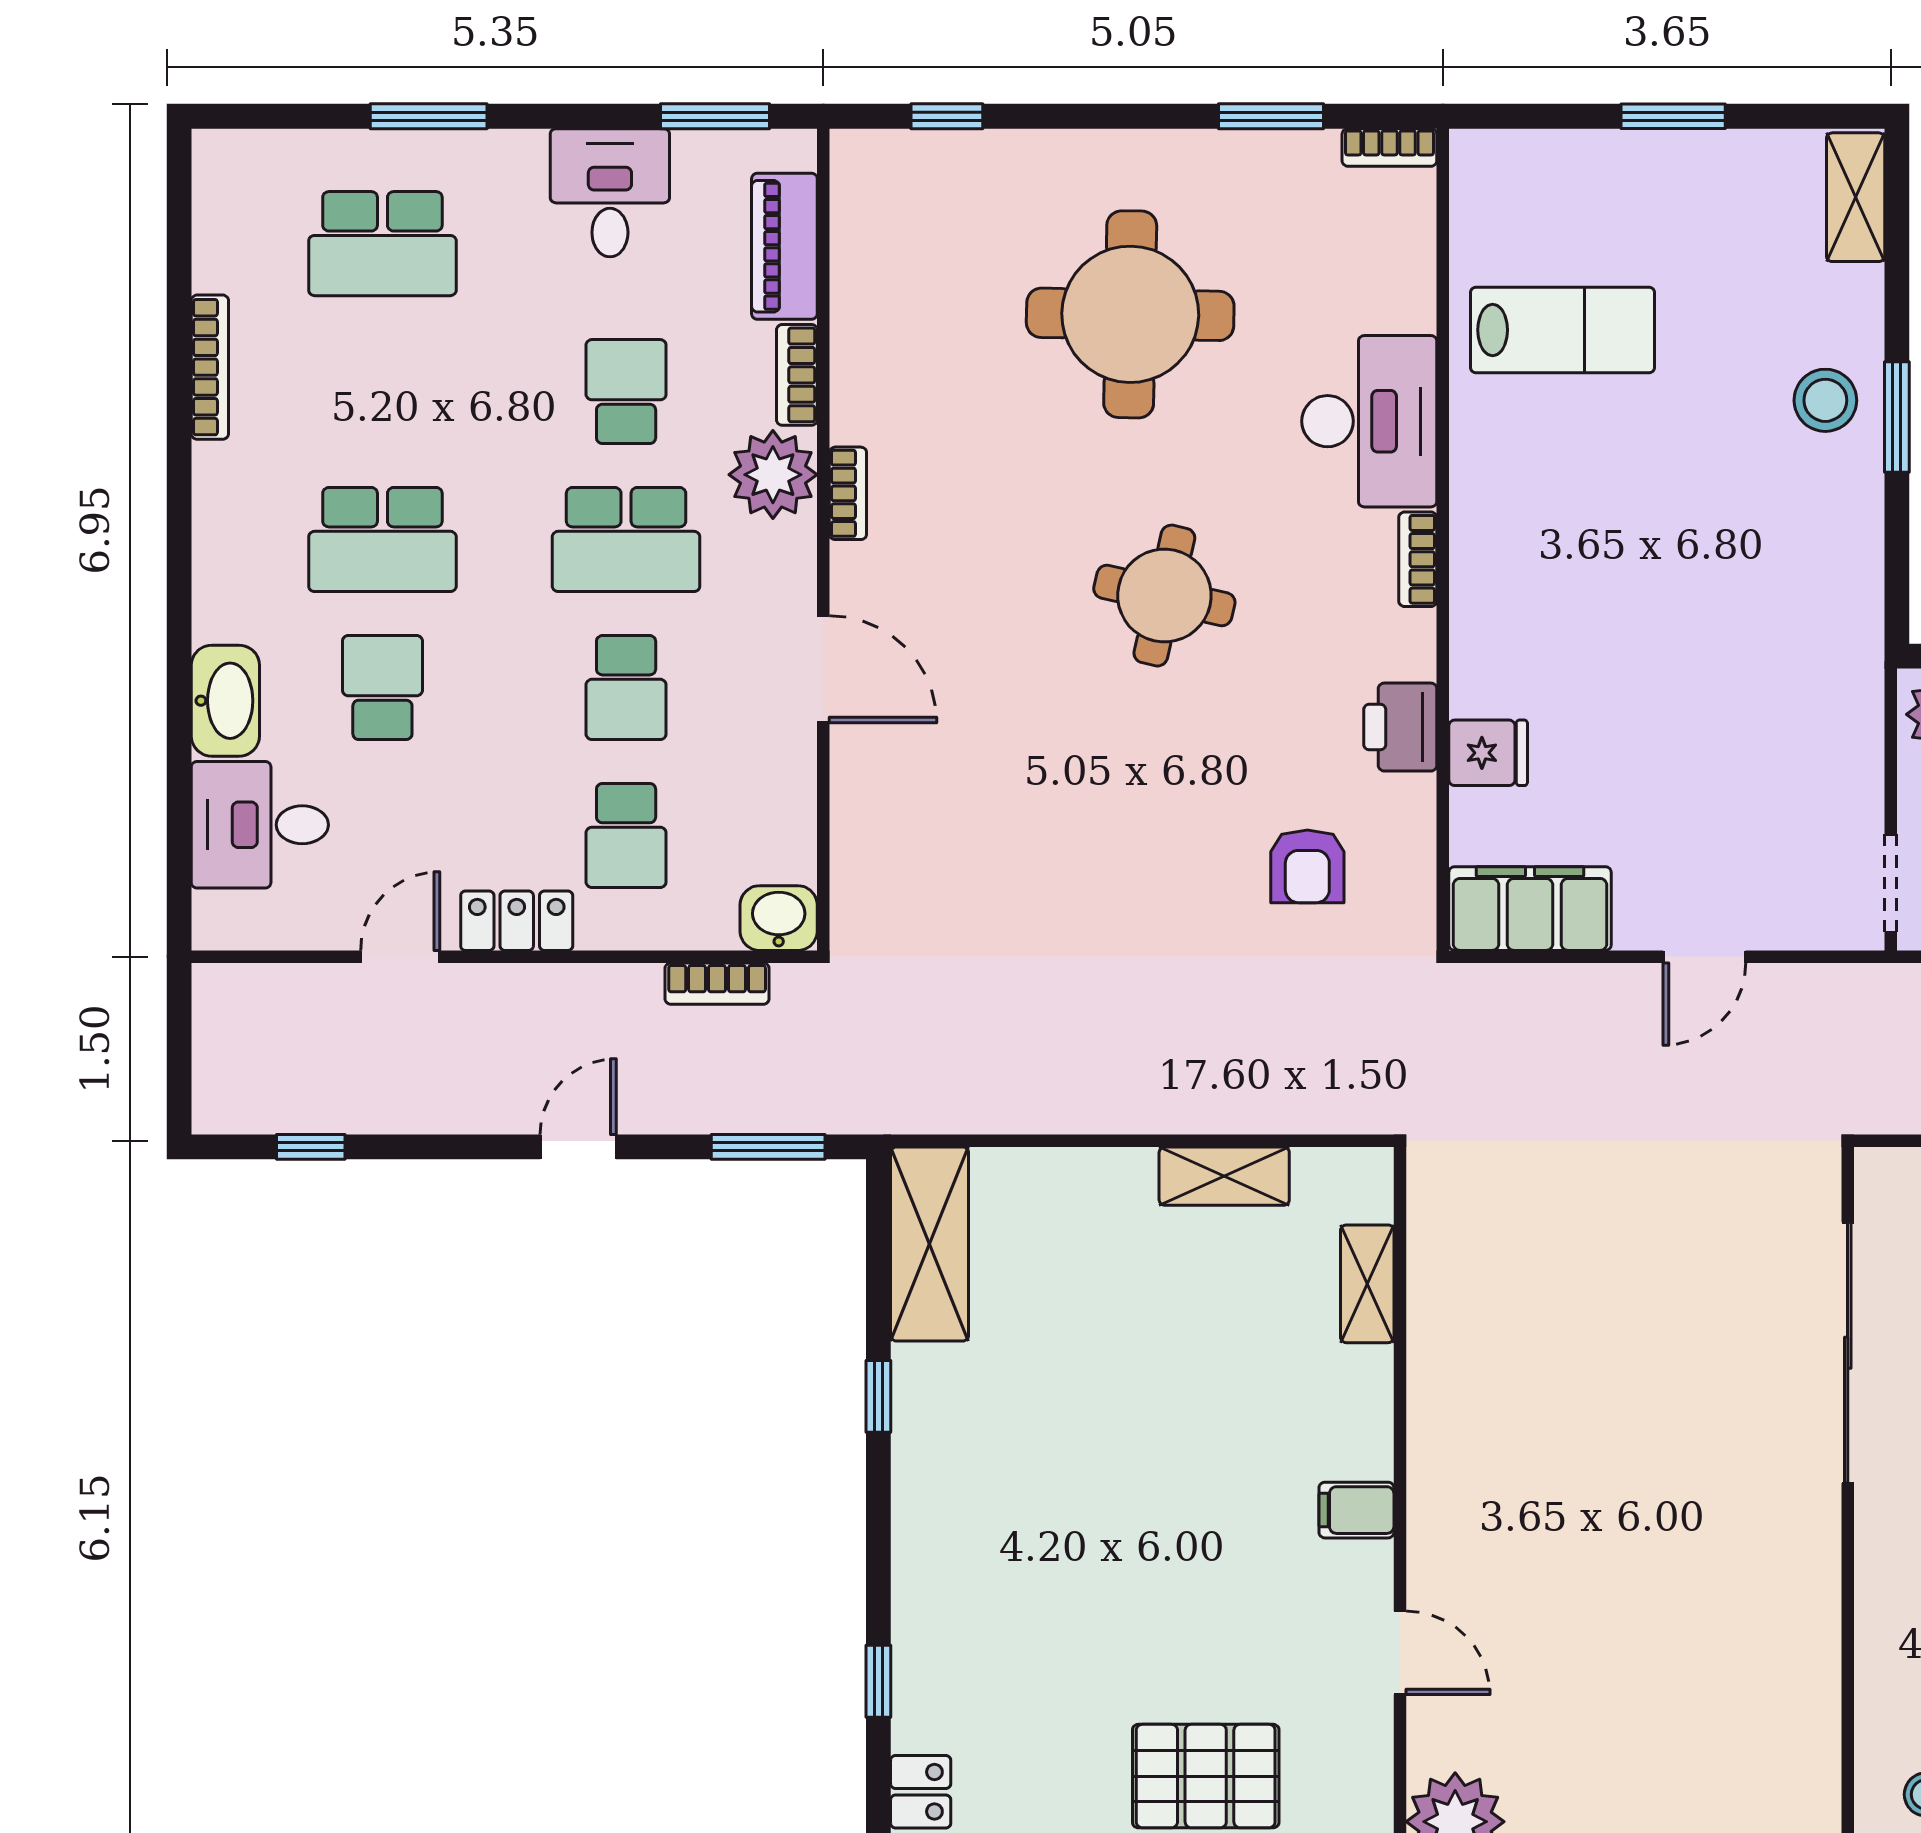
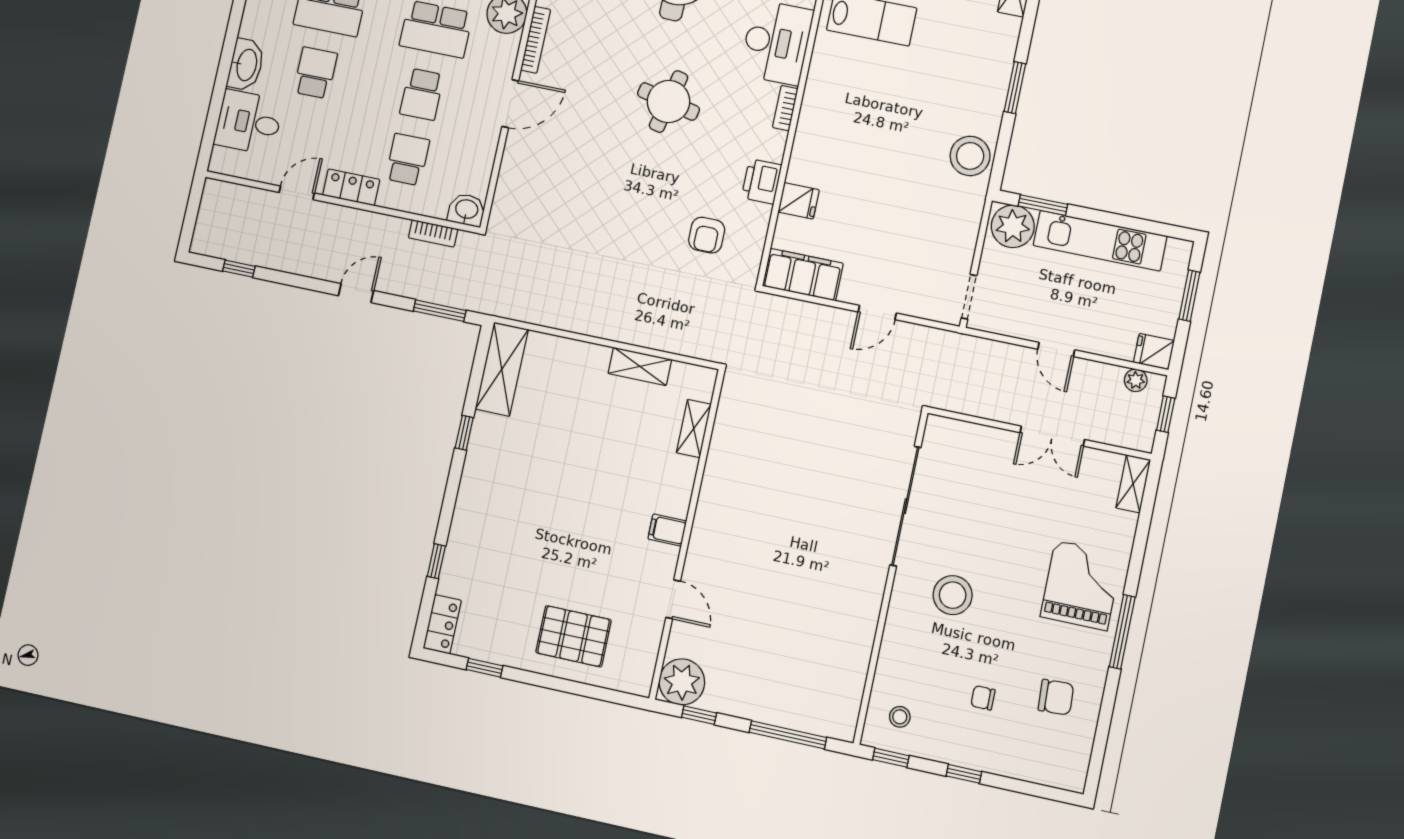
stool: (1825, 400) -> (970, 156), moved, width x1.38, depth x1.38
bookcase: (848, 493) -> (536, 40), width x1.56
door: (823, 669) -> (510, 104), hinge flipped
school desk: (626, 835) -> (407, 160), turned 180

